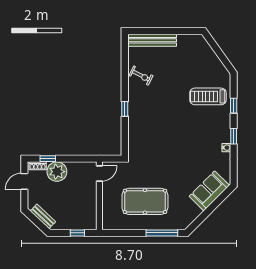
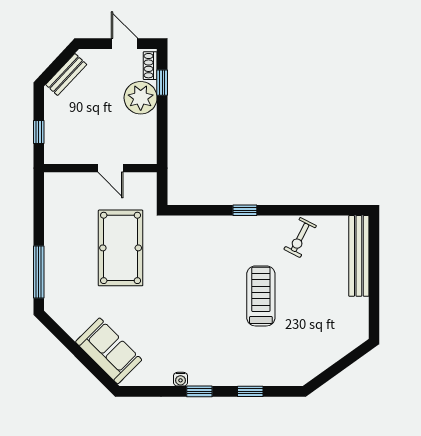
treadmill: (208, 96) -> (261, 296), moved
door: (99, 173) -> (111, 168), moved
pool table: (145, 201) -> (121, 248), moved

